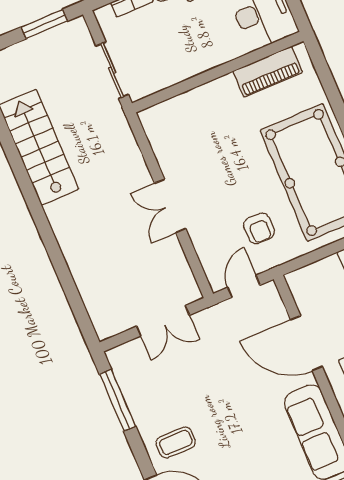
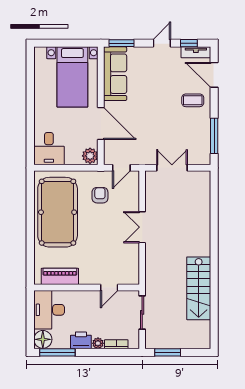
door: (182, 88) -> (109, 288), added
double door: (170, 206) -> (142, 227), swing flipped
plant: (302, 284) -> (90, 156), added

